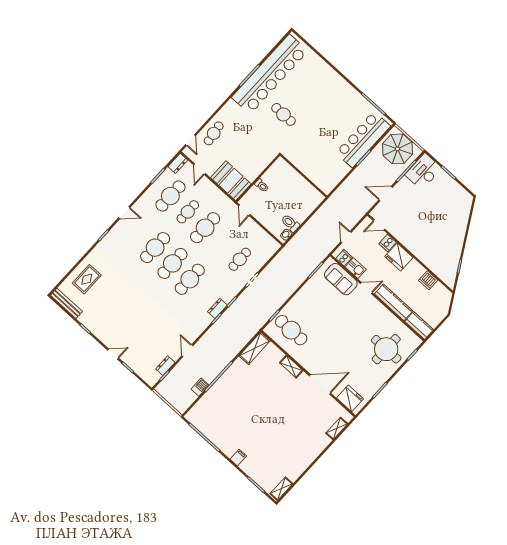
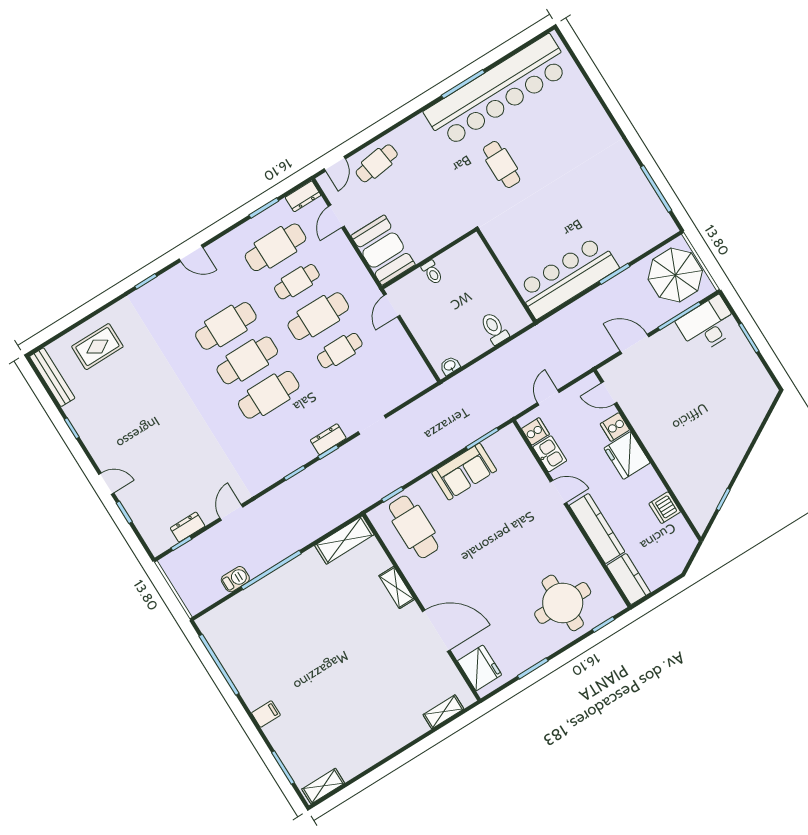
bar counter: (363, 139) -> (567, 277), moved
toilet: (290, 223) -> (494, 328), moved
cafe table: (240, 259) -> (340, 351), moved
sofa: (341, 279) -> (464, 472), moved, turned -90
dresser: (217, 308) -> (328, 439), moved

